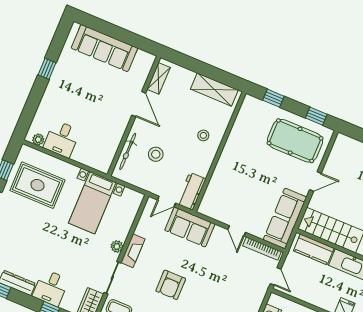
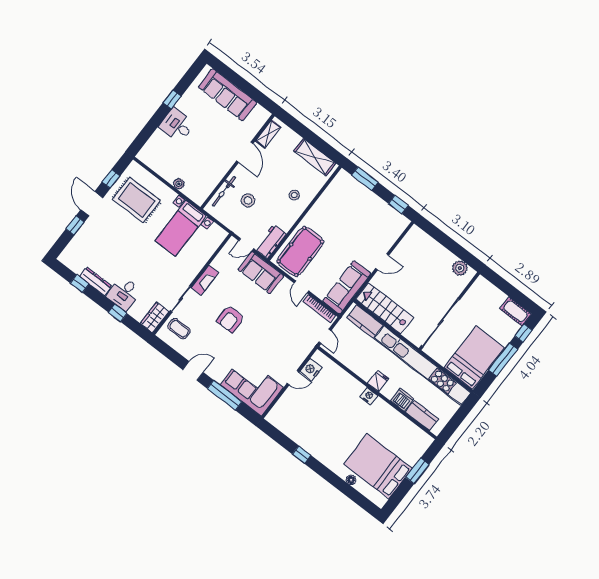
window: (273, 98) -> (365, 179), width x1.50
desk: (62, 139) -> (177, 125), moved, turned 90
plant: (38, 140) -> (179, 184), moved
pool table: (295, 141) -> (300, 251), moved, turned 90
plant: (117, 246) -> (192, 273), removed

